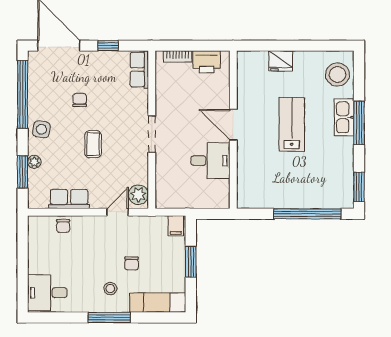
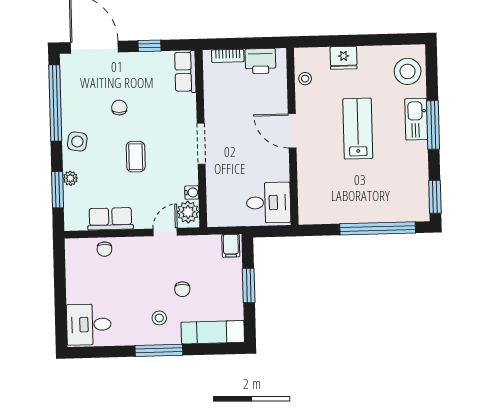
stool: (246, 79) -> (305, 79), added
desk: (210, 161) -> (269, 203), moved
water cooler: (142, 177) -> (192, 192), added

